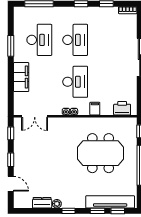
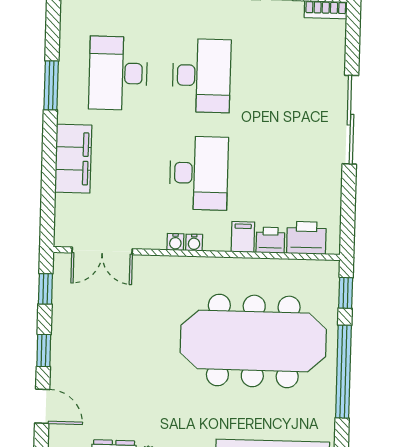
desk: (39, 40) -> (118, 73), turned 180
printer: (107, 110) -> (270, 240), added
meeting table: (101, 153) -> (253, 341), width x1.36

